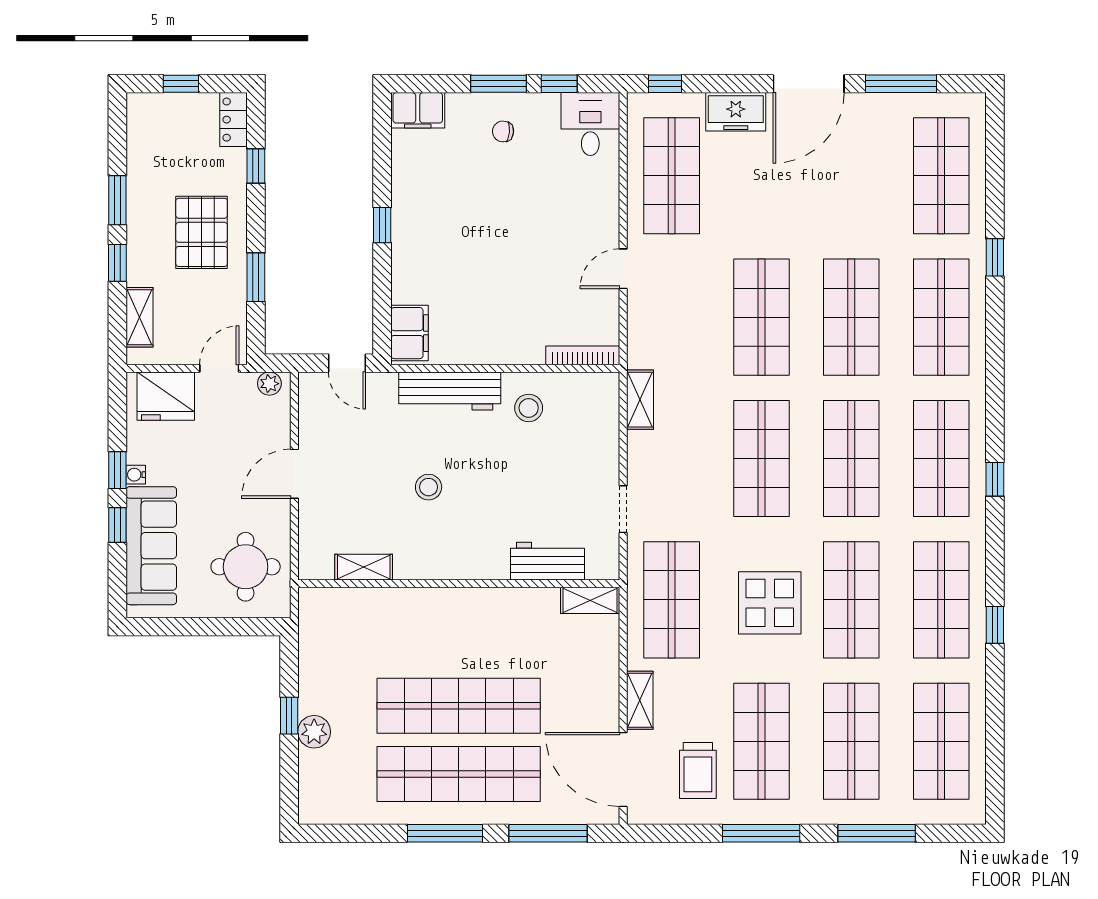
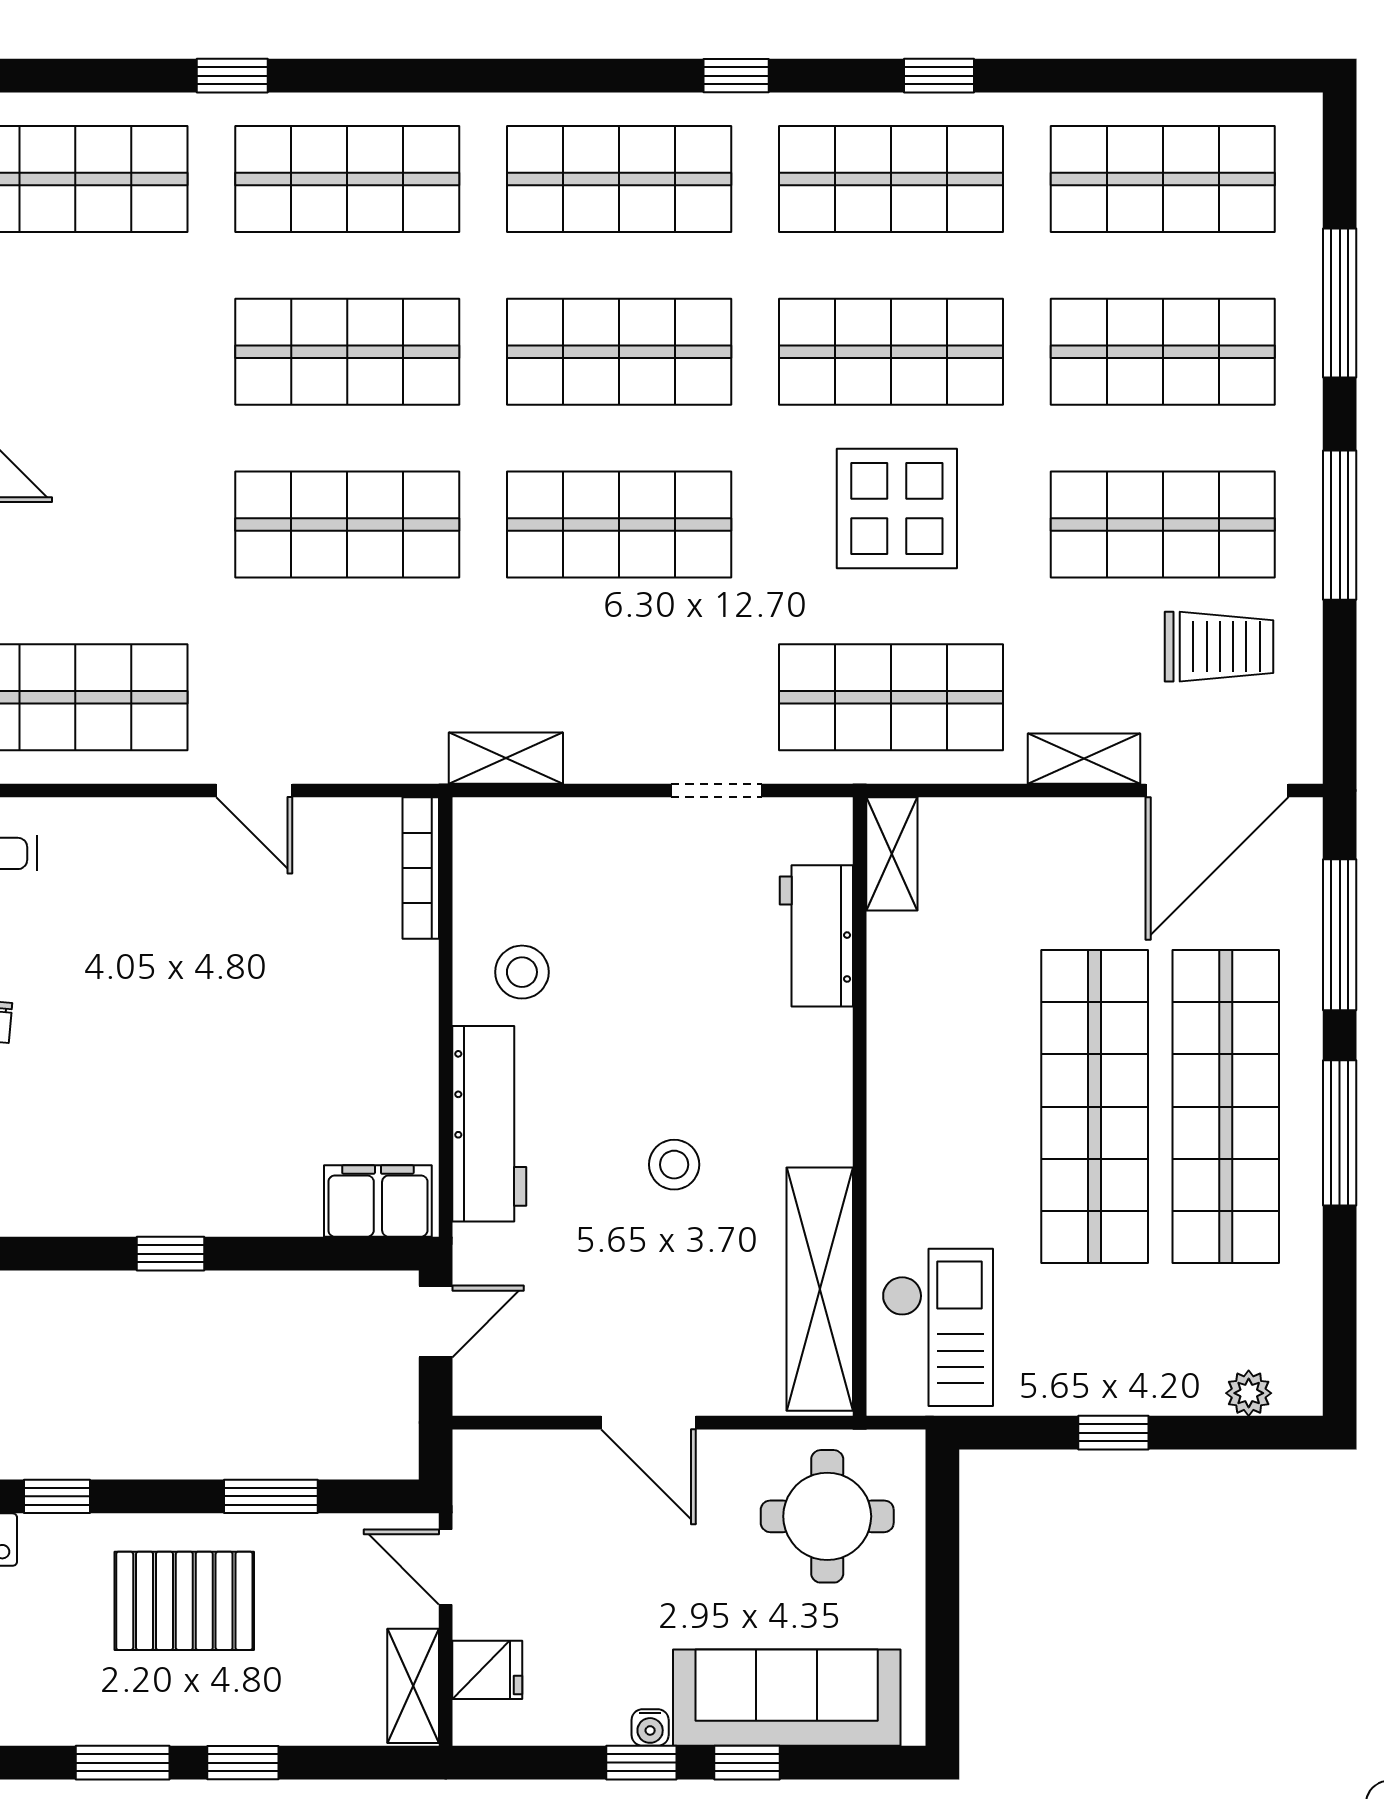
shelving: (140, 317) -> (413, 1686), moved, turned 90
plant: (269, 384) -> (475, 1471), removed
fridge: (166, 396) -> (487, 1670), width x0.53, depth x0.75
window: (995, 479) -> (736, 76), moved
shelving: (364, 567) -> (820, 1289), width x2.20, depth x1.33
checkout: (344, 624) -> (937, 1327), added
plant: (314, 732) -> (1249, 1393), moved, width x0.73, depth x0.73

